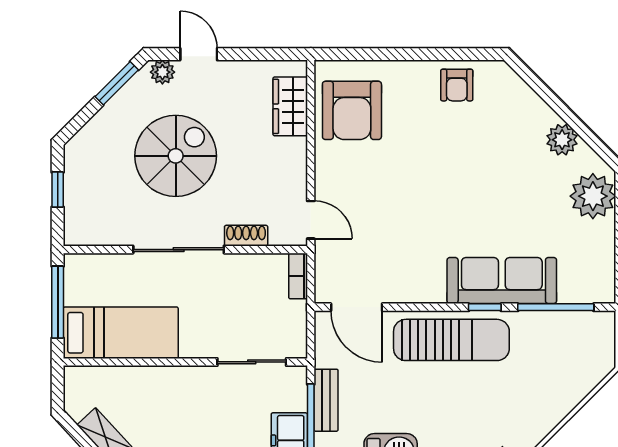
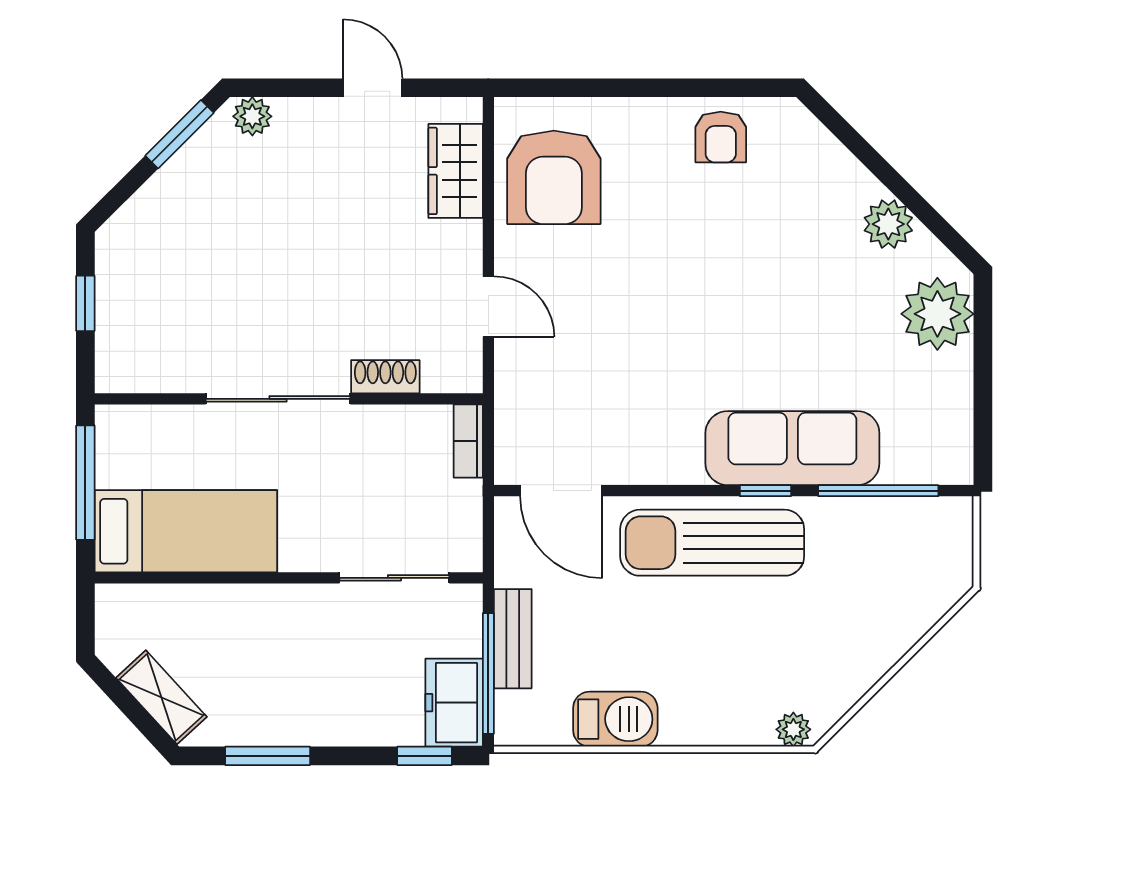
door: (199, 54) -> (373, 88), moved
spiral stairs: (176, 156) -> (273, 250), removed
door: (311, 220) -> (488, 307), moved
sun lounger: (451, 340) -> (712, 543), turned 180

